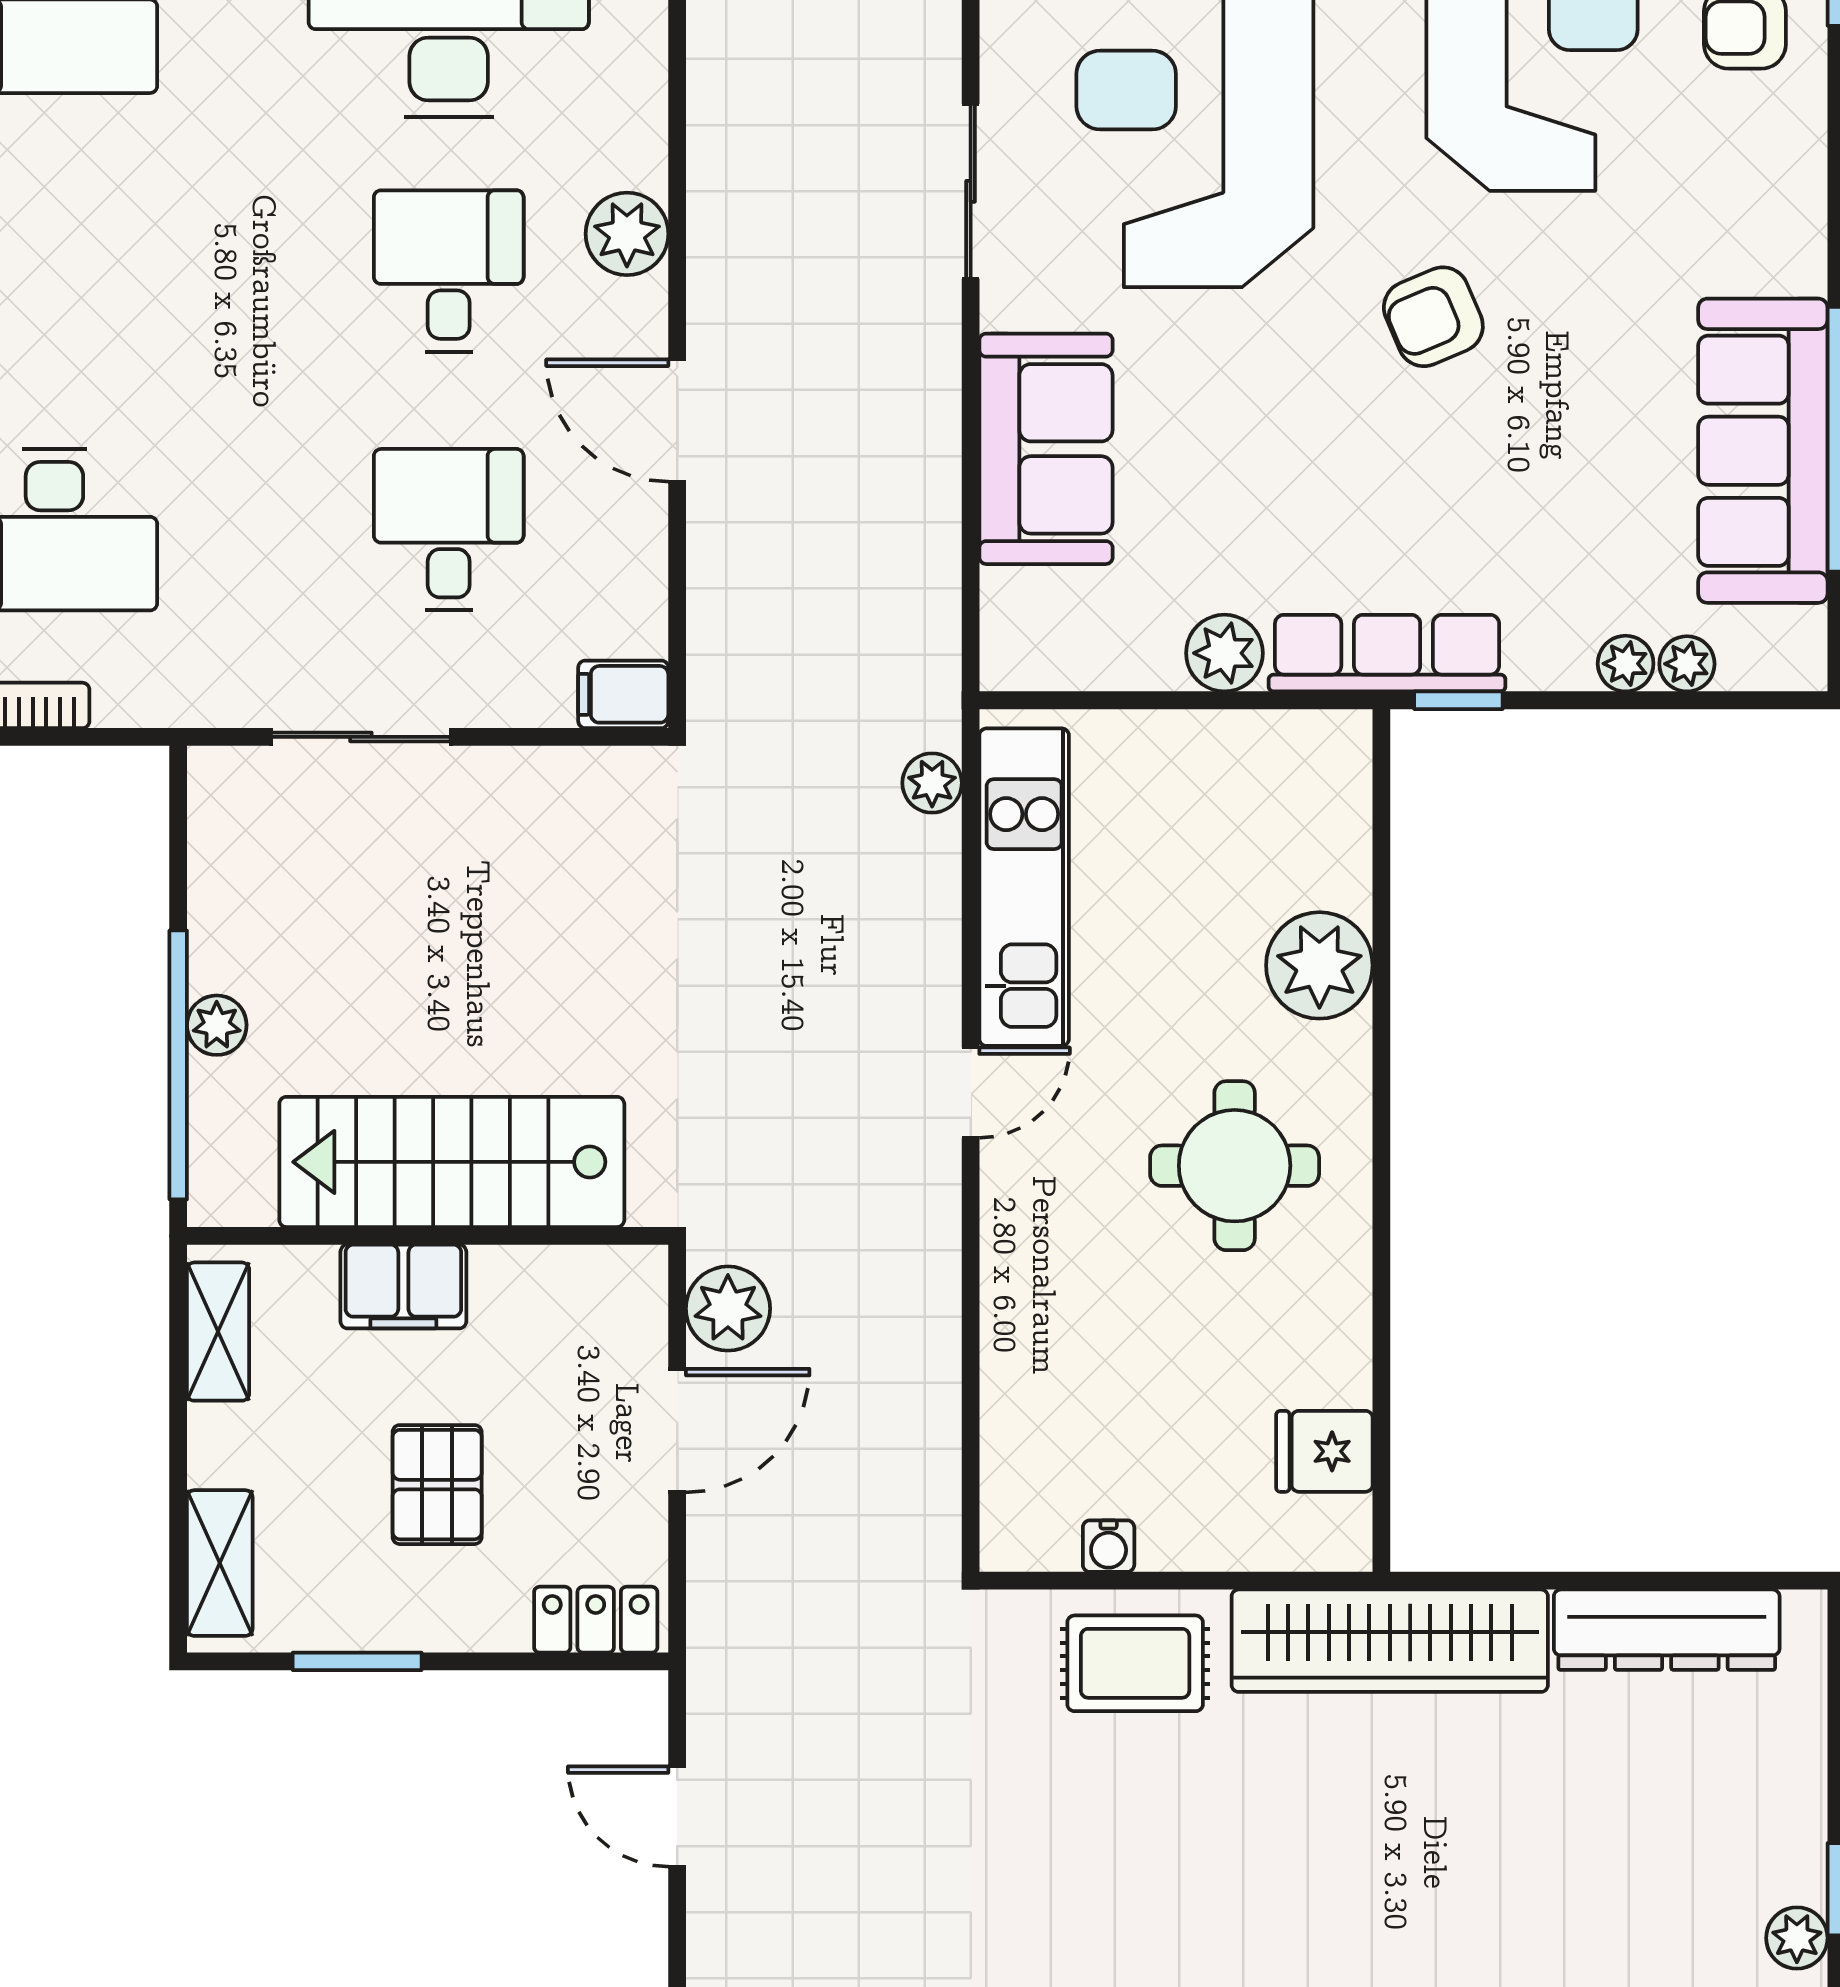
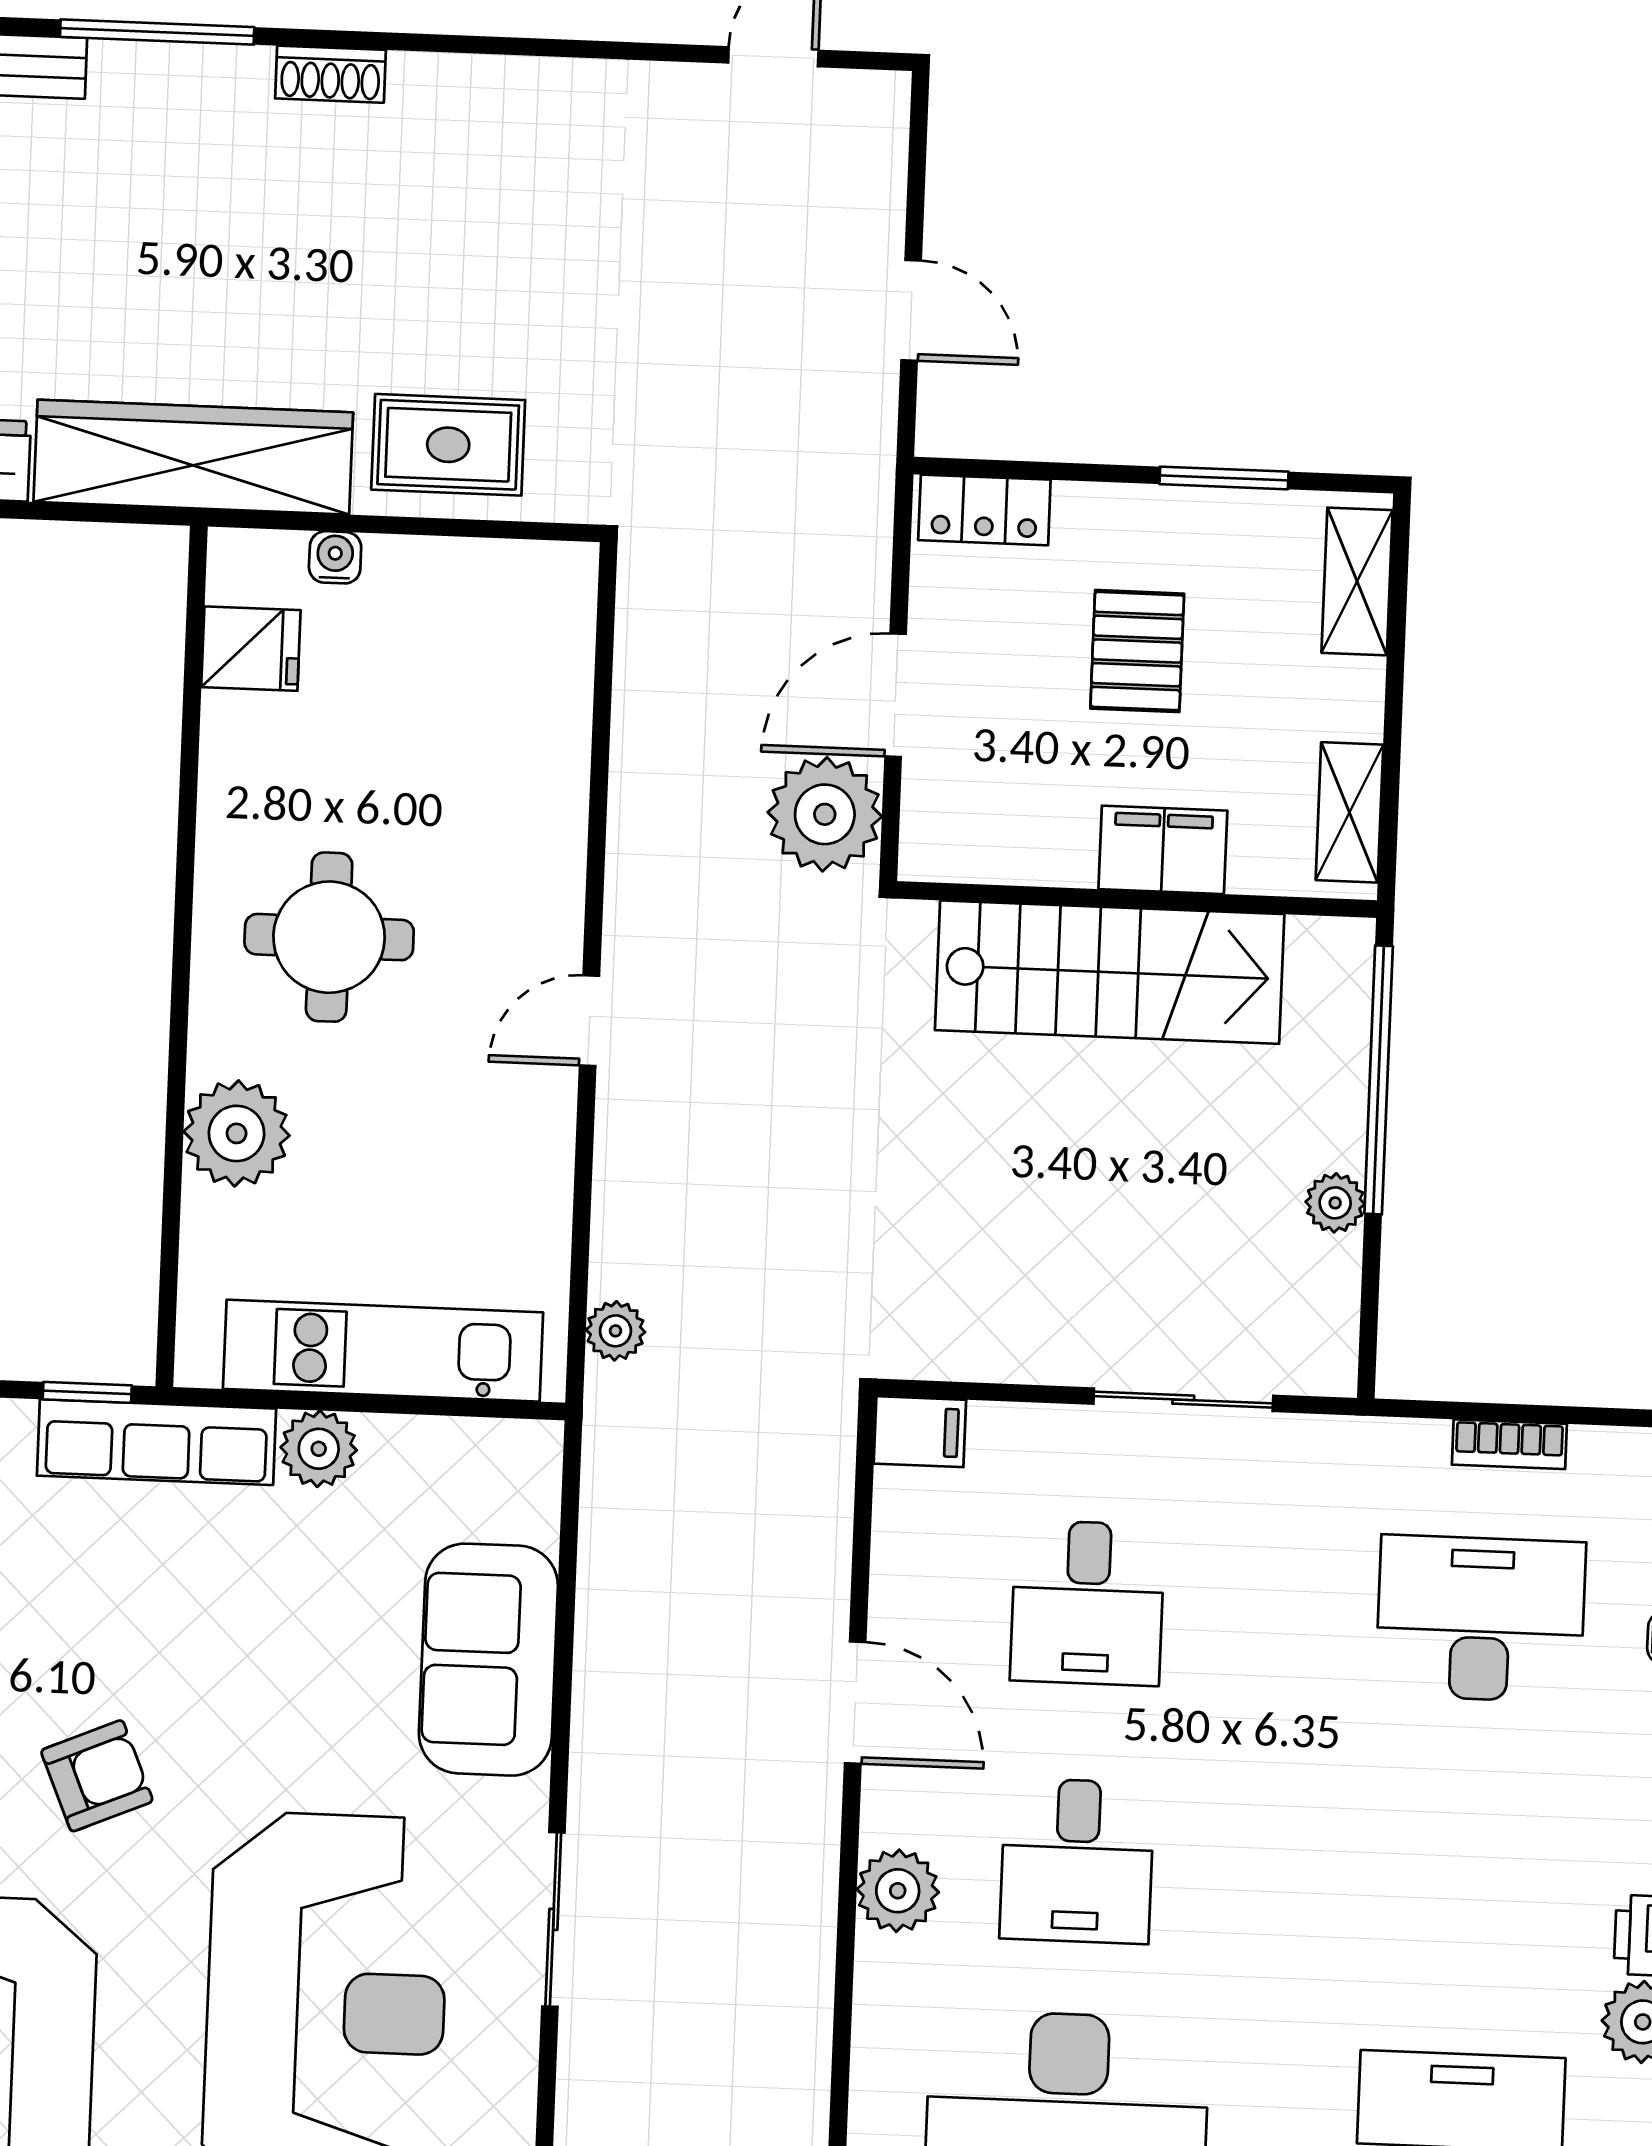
kitchen unit: (1024, 887) -> (383, 1351), moved, turned 90
plant: (217, 1025) -> (1335, 1203), moved
plant: (728, 1309) -> (825, 814), width x1.36, depth x1.36
water cooler: (1109, 1546) -> (335, 557), moved

